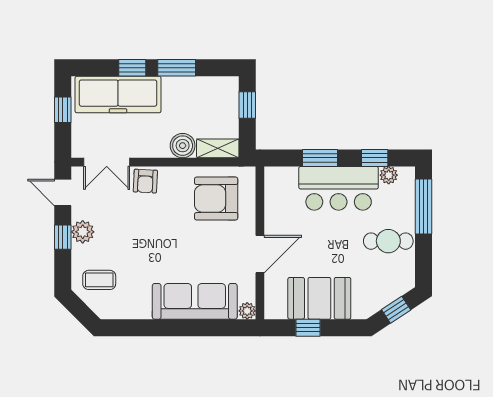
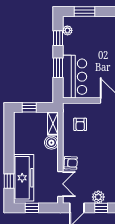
window: (132, 68) -> (9, 181), moved
window: (177, 68) -> (9, 146), removed
bar counter: (339, 188) -> (75, 77), moved
armchair: (216, 199) -> (80, 124), width x0.53, depth x0.53
window: (423, 207) -> (85, 12), width x0.69
cafe table: (388, 241) -> (103, 31), removed

